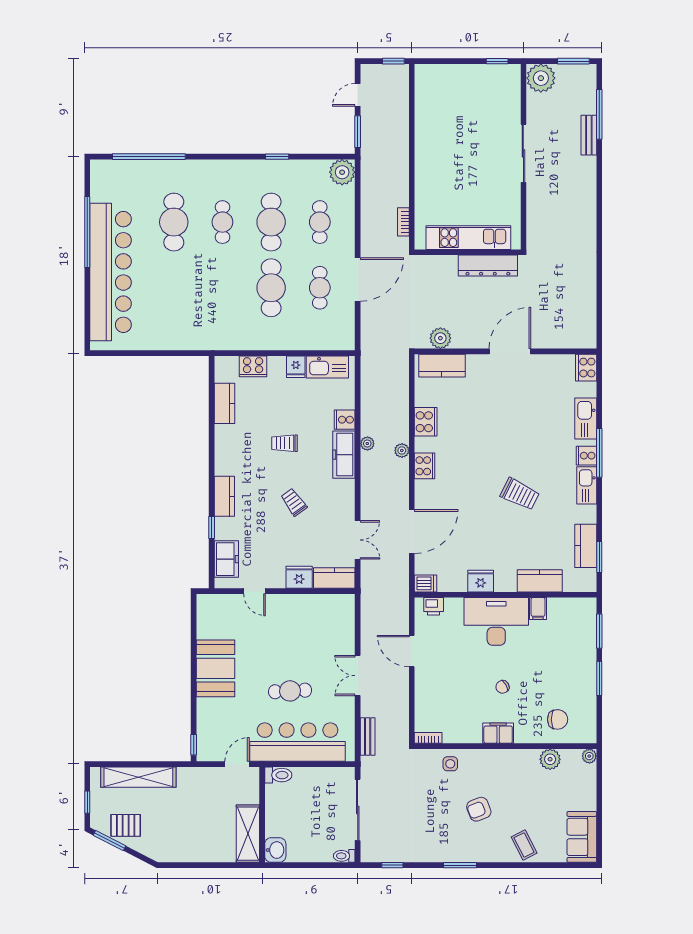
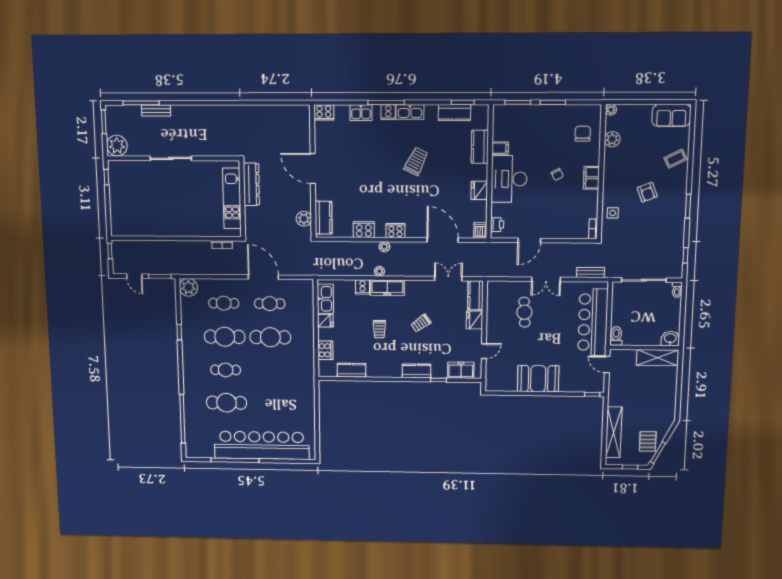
kitchen sink: (586, 419) -> (361, 113), width x0.73
cafe table: (290, 691) -> (524, 312), moved

